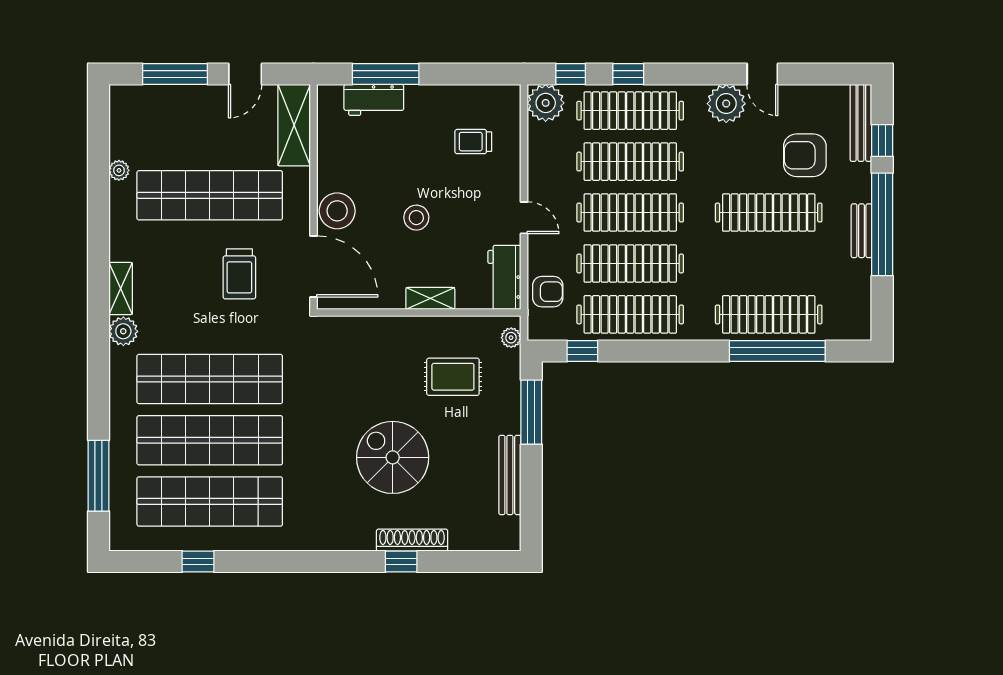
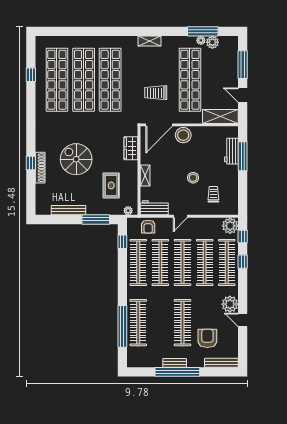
door: (762, 74) -> (243, 320), hinge flipped
window: (882, 140) -> (214, 372), removed
stool: (416, 218) -> (193, 178), moved
plant: (123, 331) -> (212, 42), moved
wardrobe: (367, 331) -> (131, 148), added
spiral stairs: (393, 457) -> (76, 159), turned -90
window: (98, 476) -> (203, 31), moved

